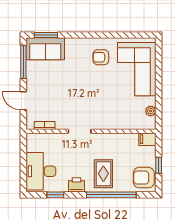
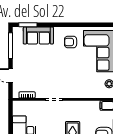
sofa: (45, 49) -> (38, 36), moved

